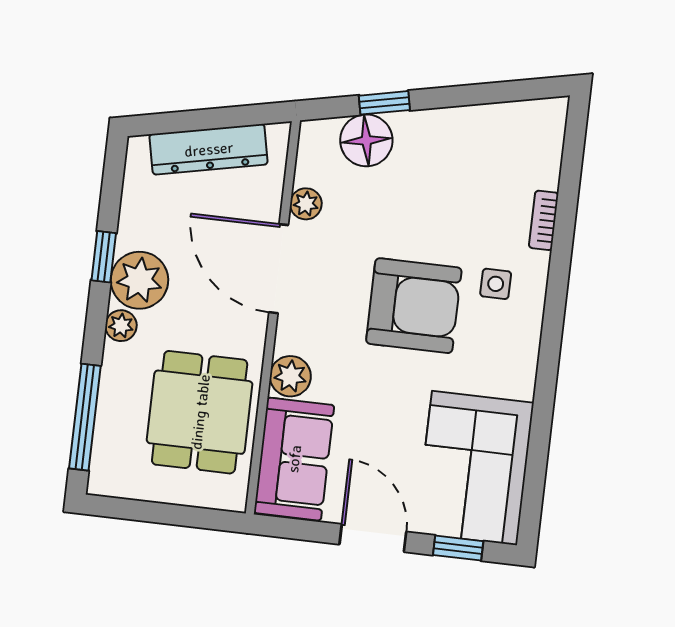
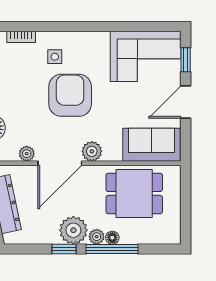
floor lamp: (115, 357) -> (112, 238), added
plant: (290, 376) -> (92, 151), moved
window: (85, 417) -> (112, 249), moved

